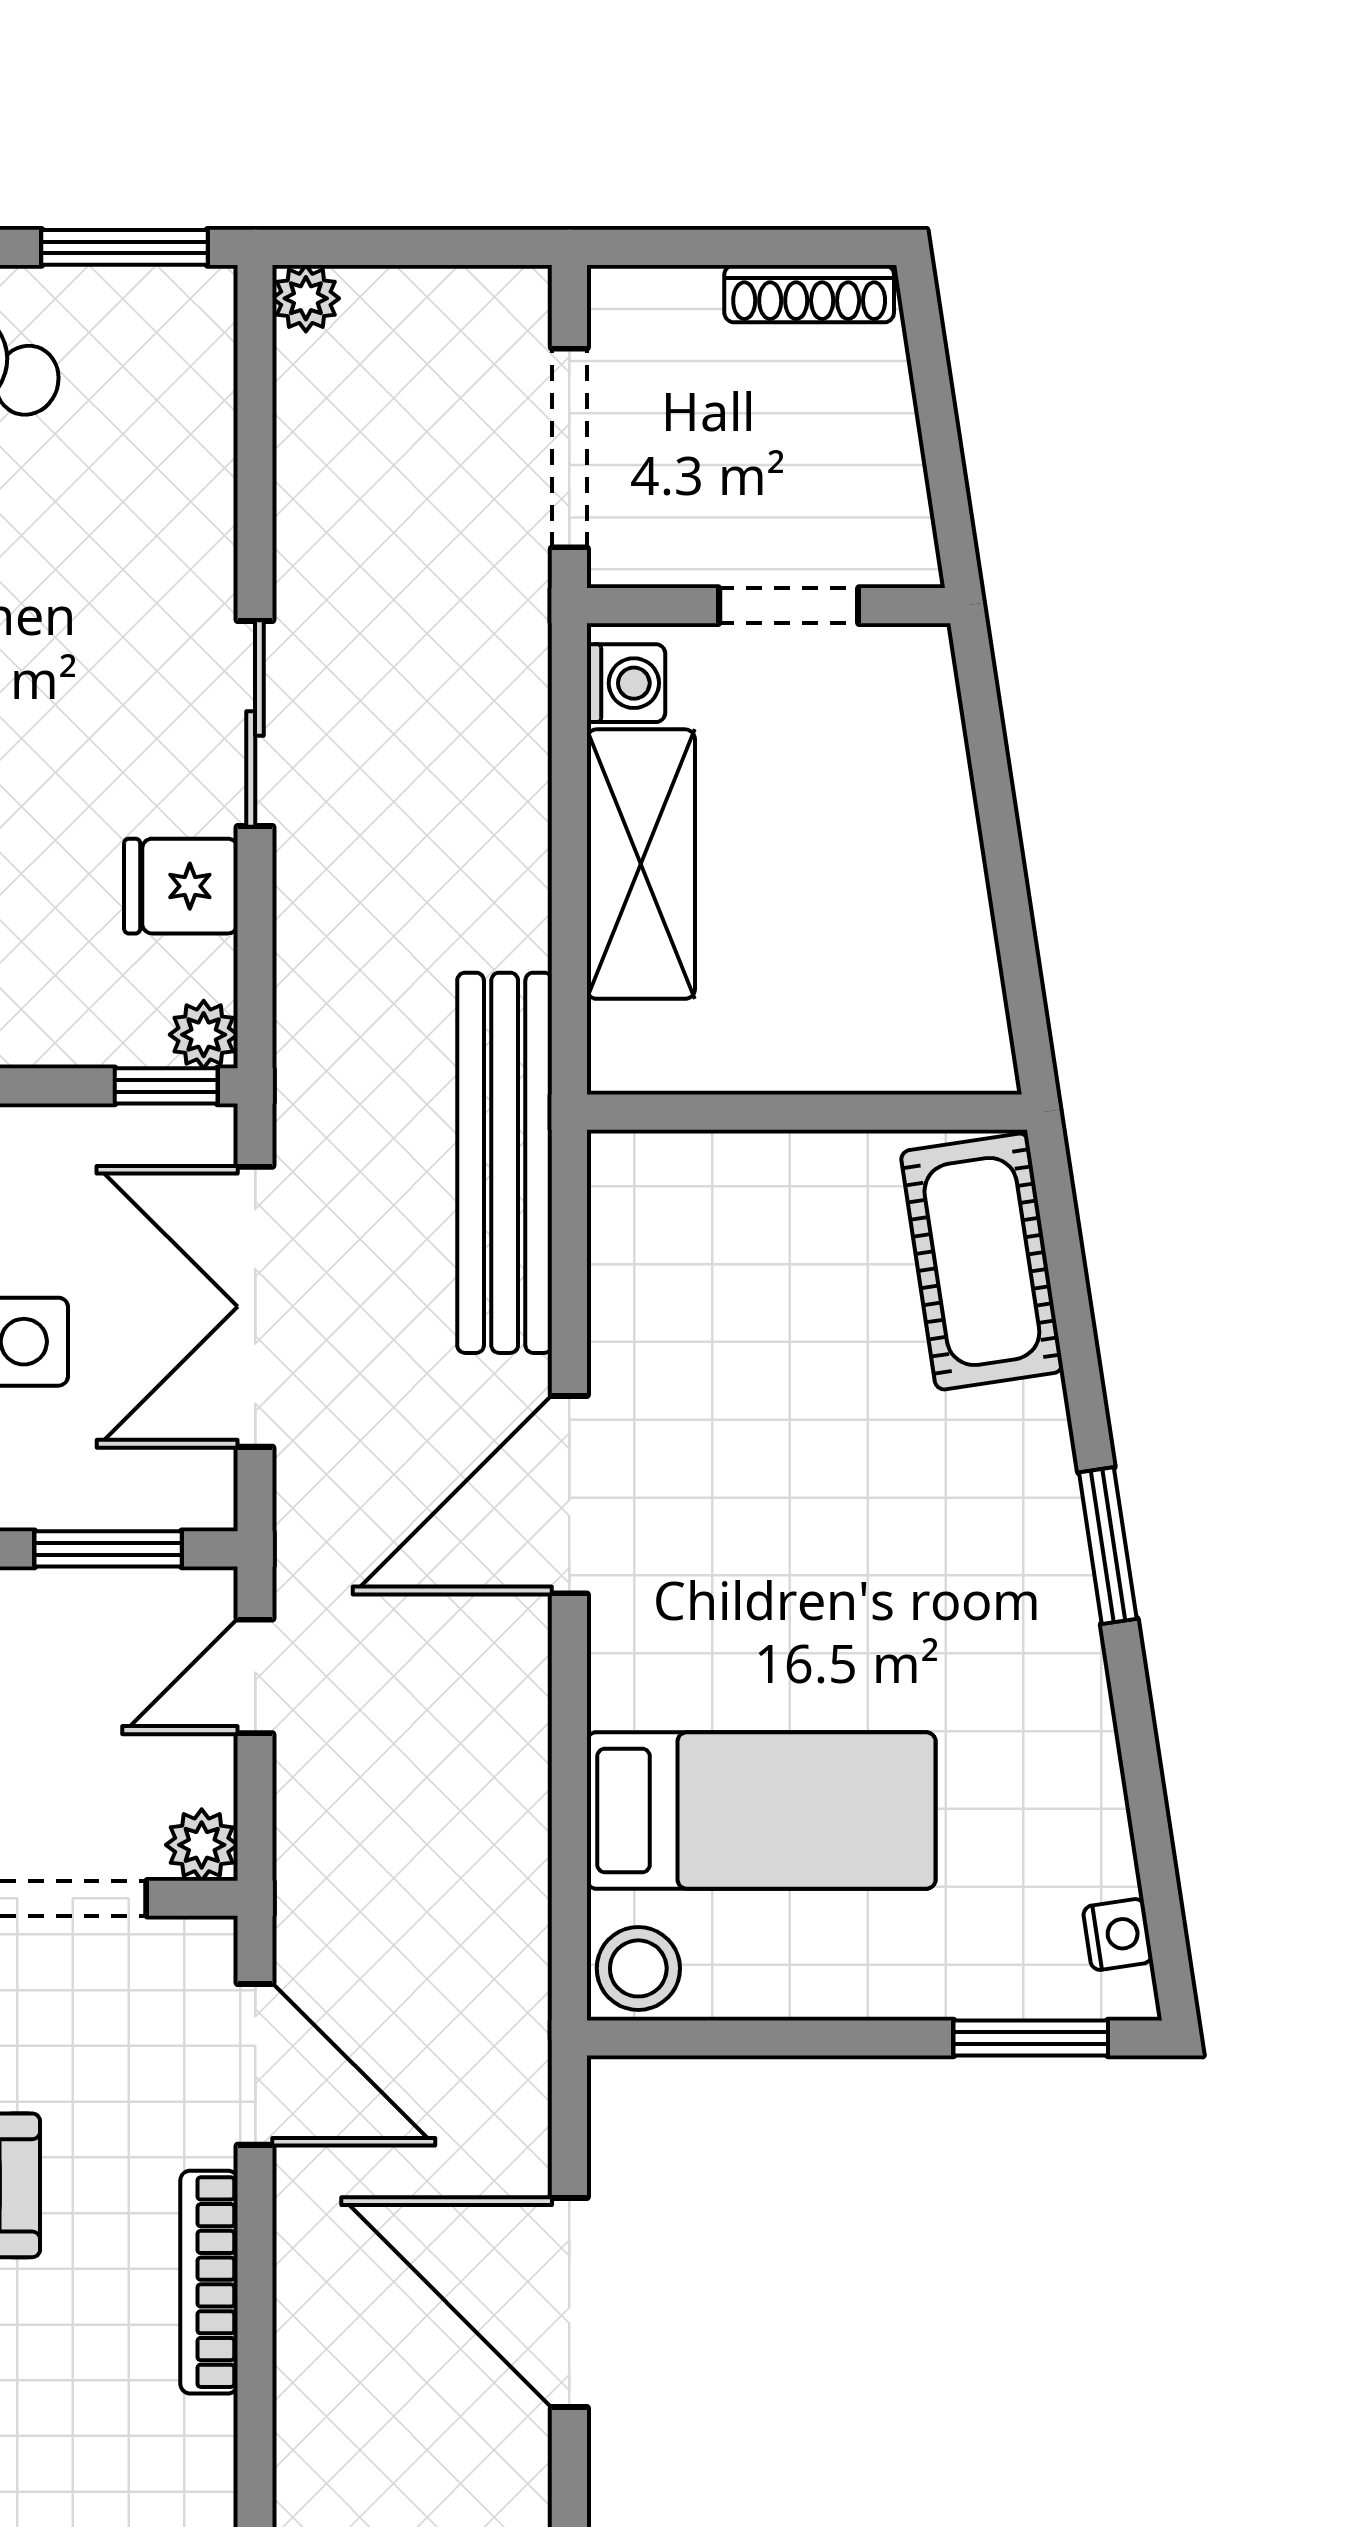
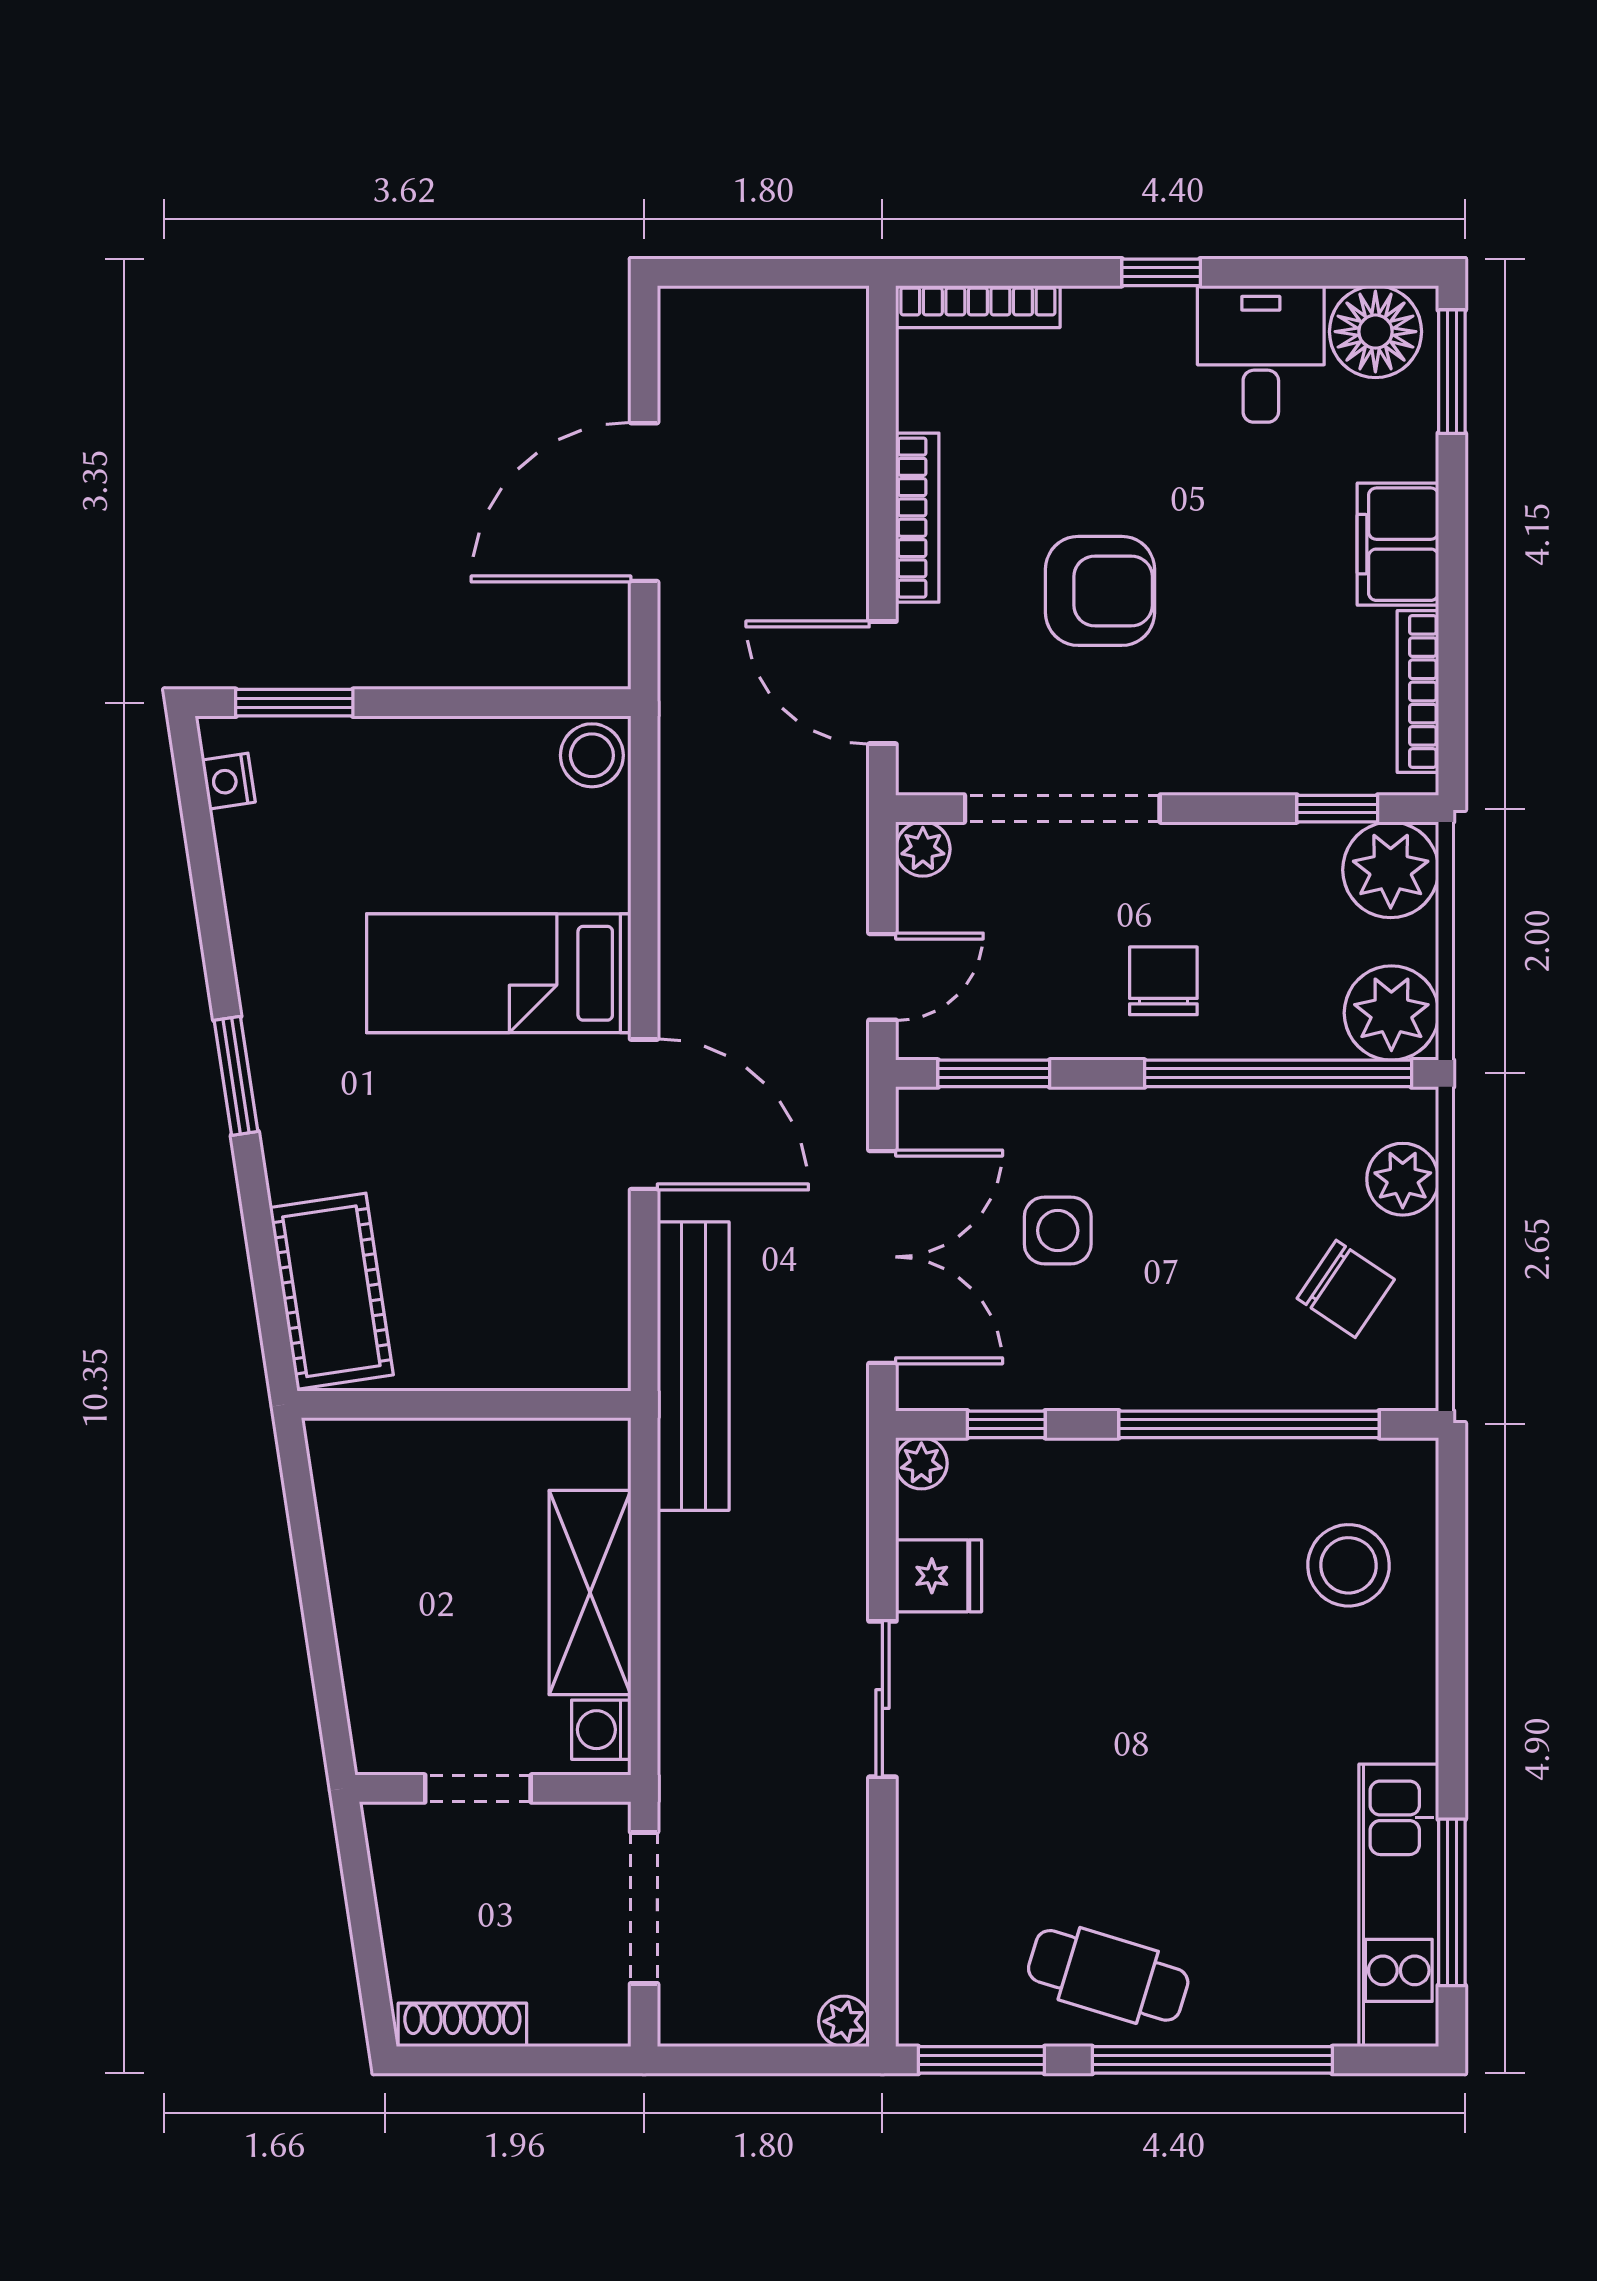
window: (166, 1086) -> (1006, 1424), moved
door: (569, 1495) -> (644, 1114), hinge flipped
bed: (761, 1810) -> (499, 973), moved
door: (569, 2303) -> (644, 502), swing flipped

